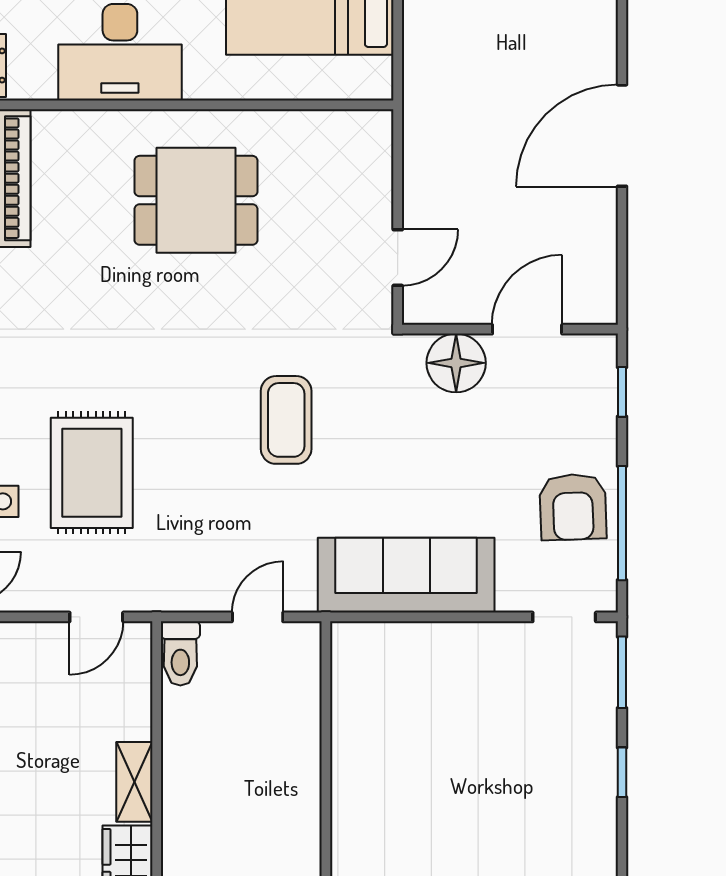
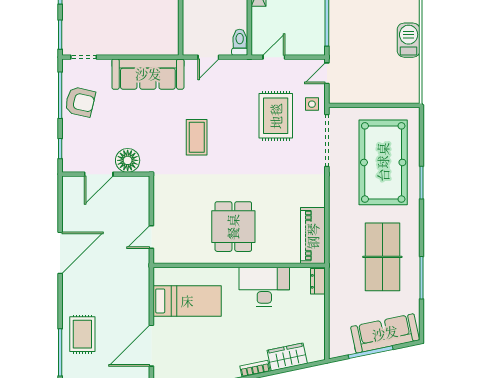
dining table: (196, 200) -> (233, 227), turned 90
door: (398, 258) -> (151, 237), moved
armchair: (573, 507) -> (80, 102), turned 105

